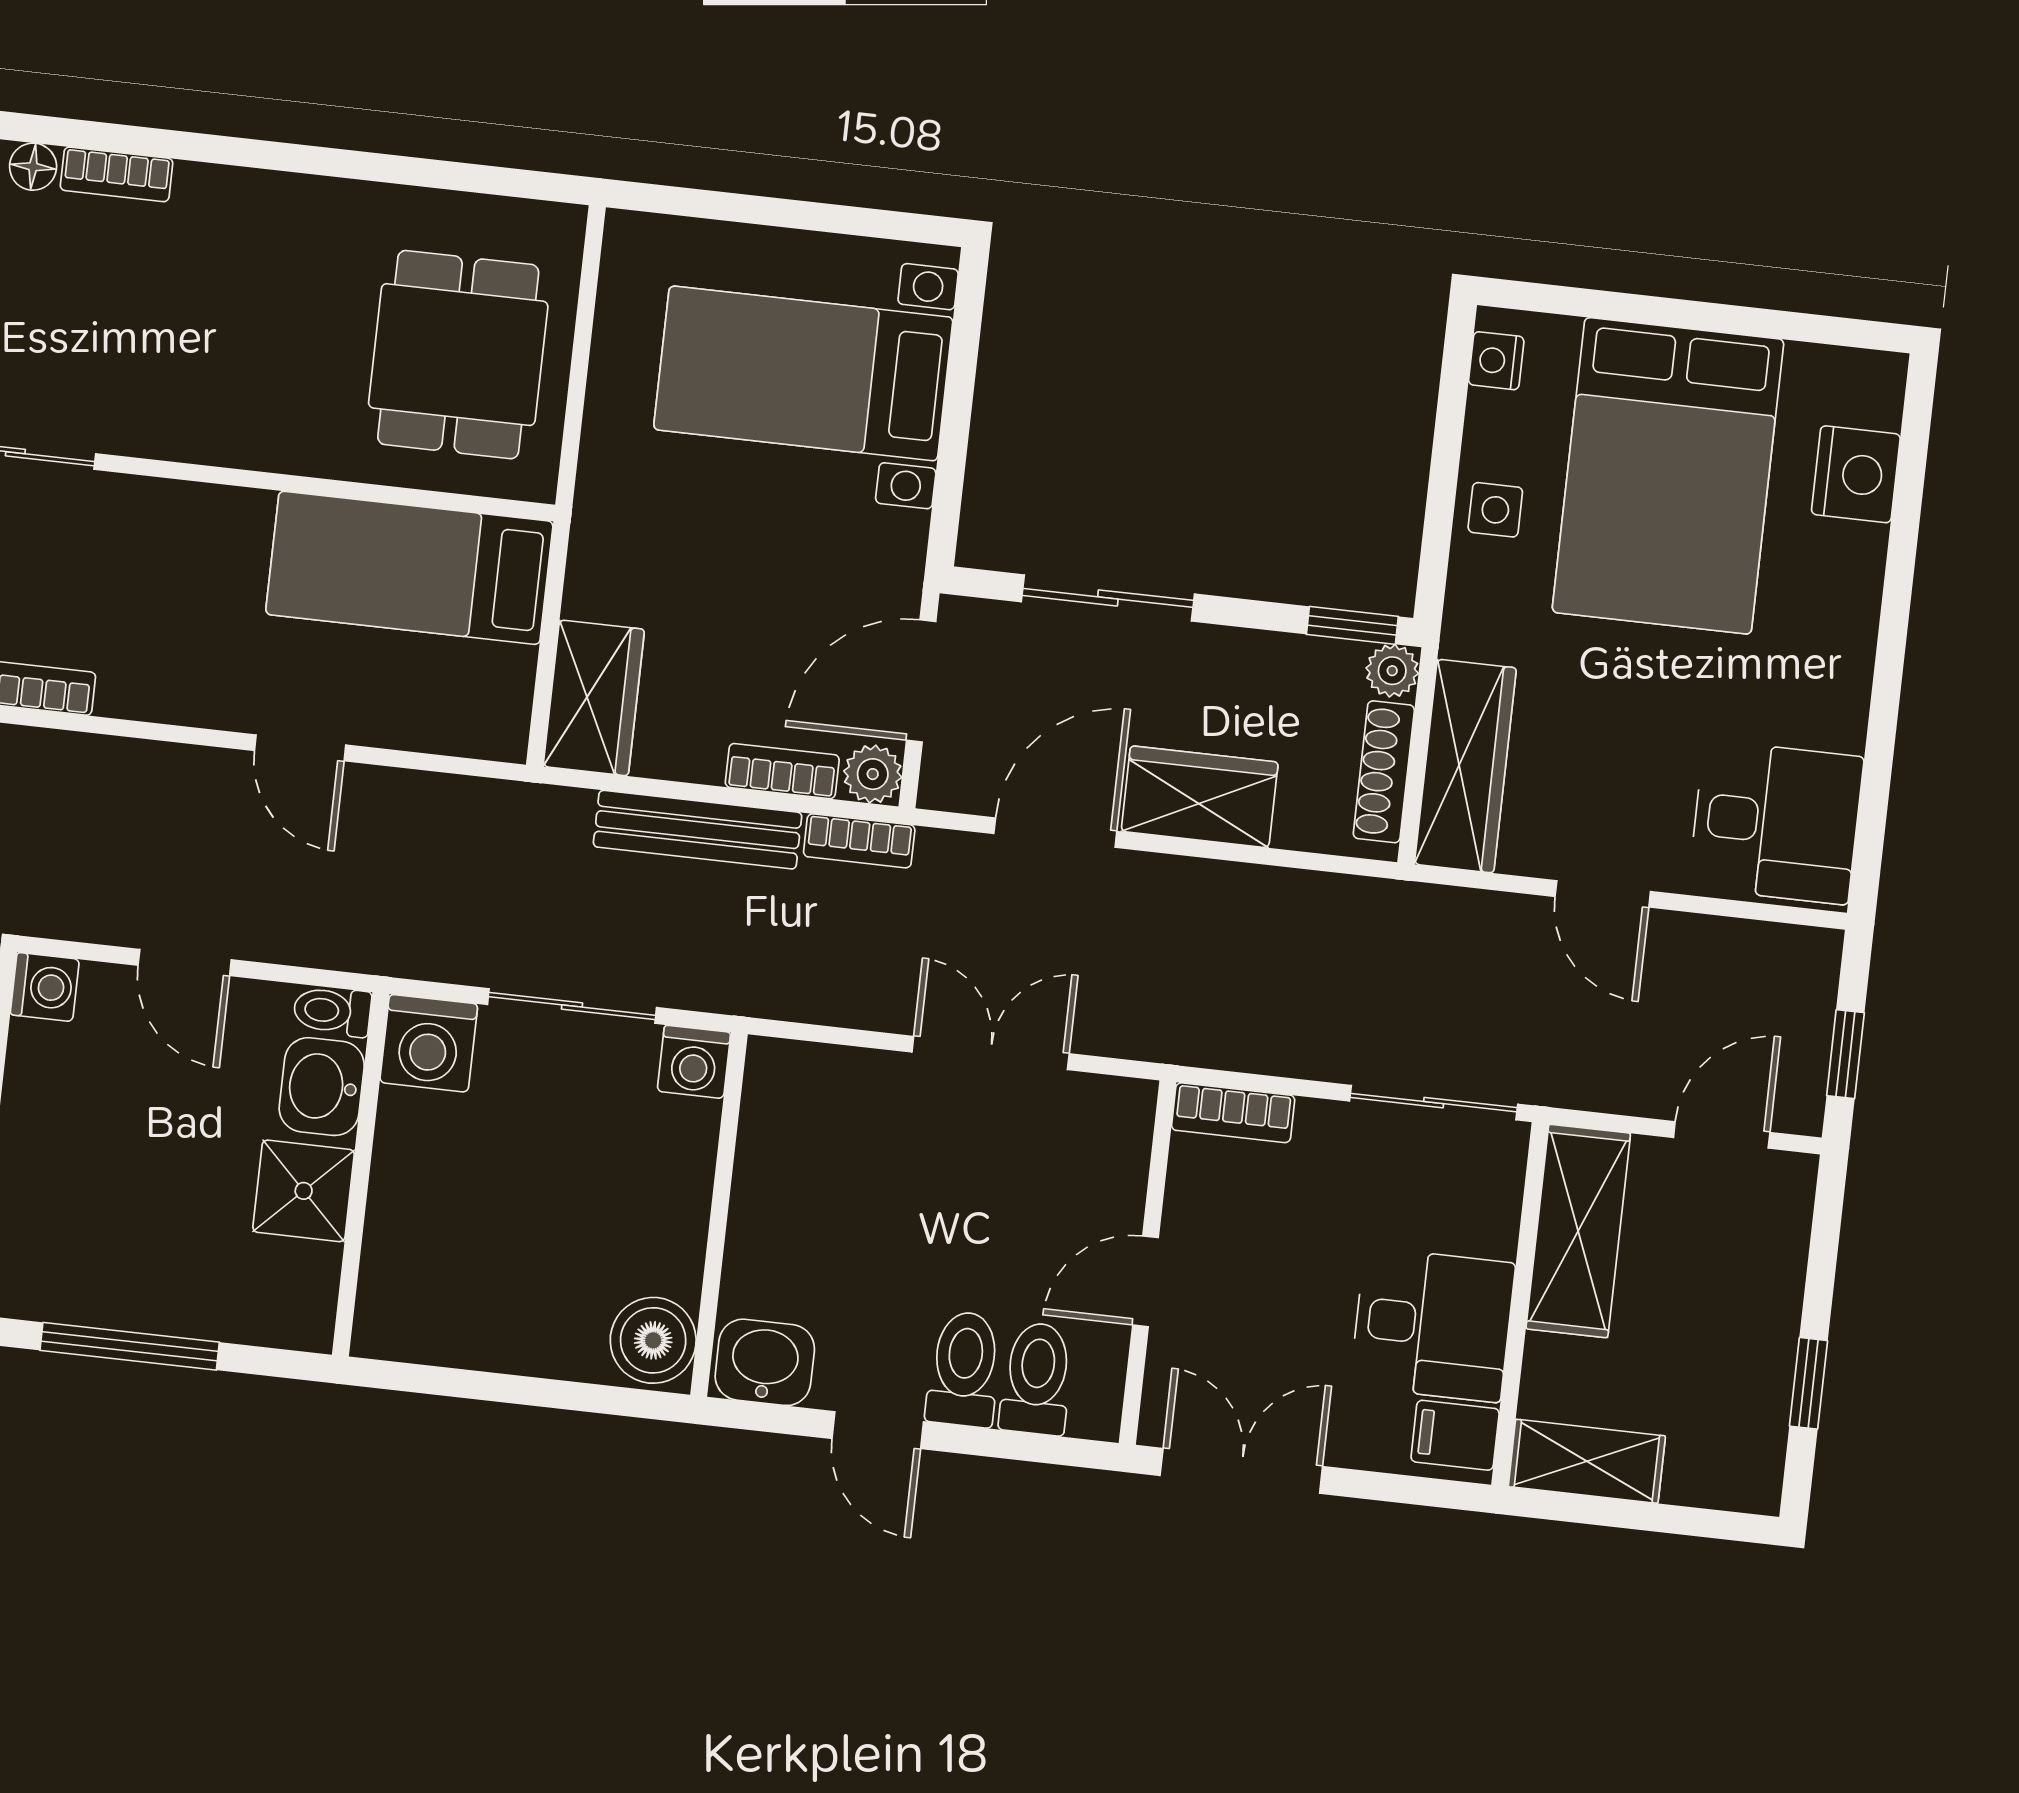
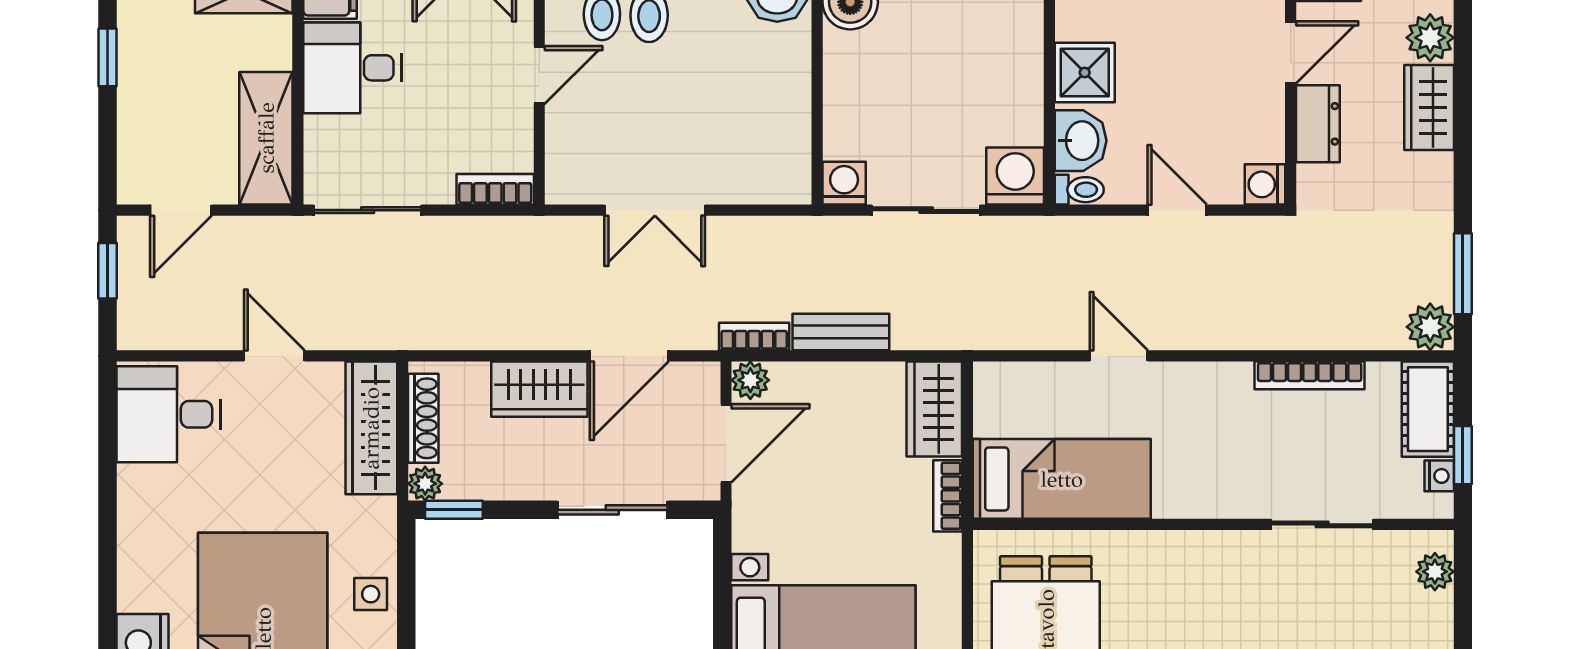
bookcase: (782, 771) -> (948, 496), moved, turned 90
bench: (698, 830) -> (841, 332), width x0.73

